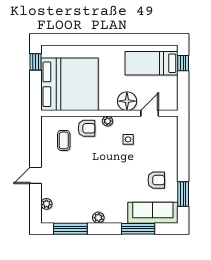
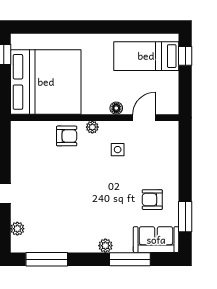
floor lamp: (127, 101) -> (116, 108), width x0.53, depth x0.53
coffee table: (64, 140) -> (39, 151), removed
armchair: (156, 180) -> (152, 200), turned 180
sofa: (153, 213) -> (156, 240), width x0.73
plant: (98, 218) -> (105, 246), moved

